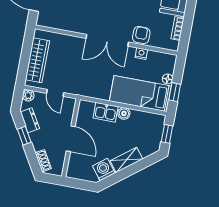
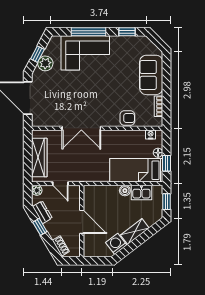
armchair: (141, 35) -> (127, 118), turned 90
double door: (107, 40) -> (81, 128), moved
nightstand: (141, 54) -> (151, 134), moved
kitchen sink: (106, 112) -> (141, 193), moved

